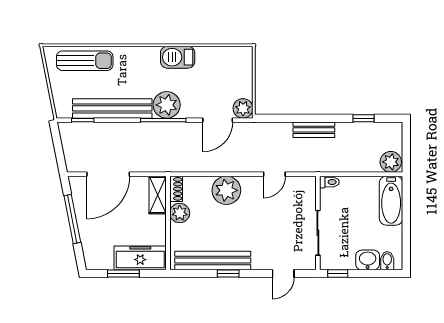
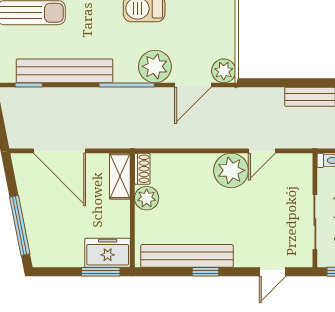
plant: (167, 105) -> (155, 66), moved
door: (108, 174) -> (60, 151), hinge flipped
plant: (226, 190) -> (231, 170), moved
window: (72, 219) -> (20, 226), moved
freezer: (140, 258) -> (108, 253), width x0.71
window: (123, 274) -> (101, 272), moved

